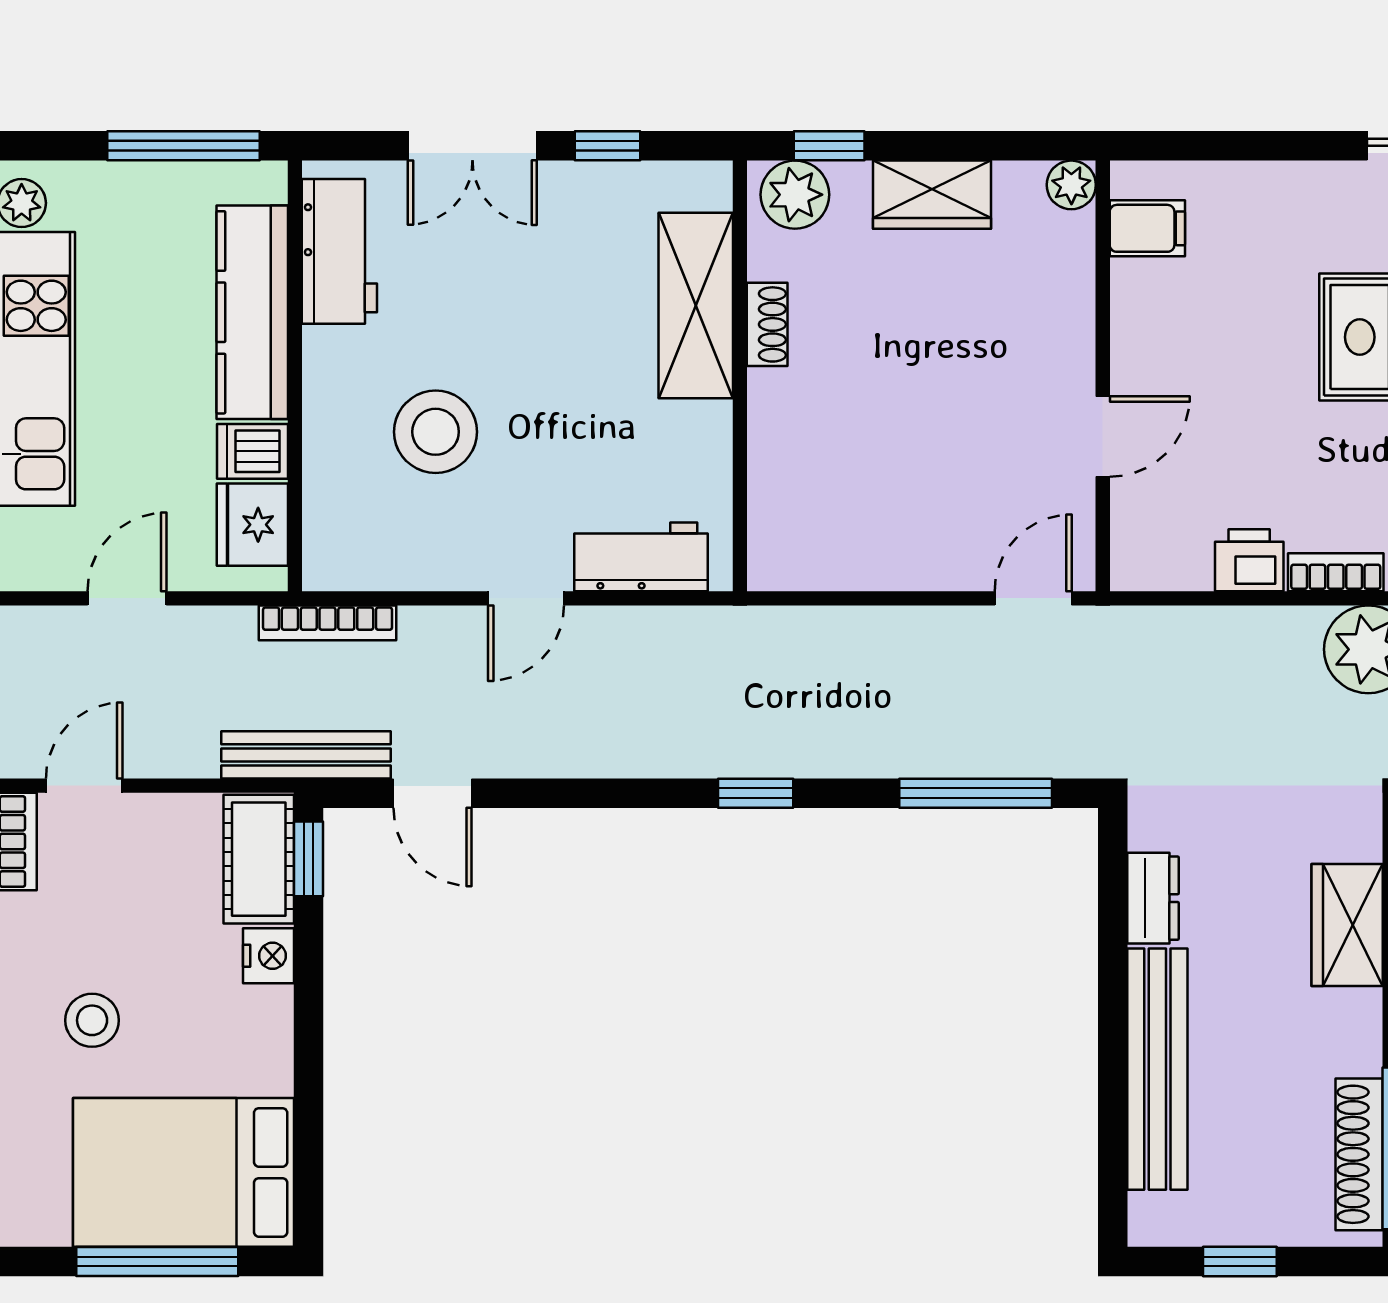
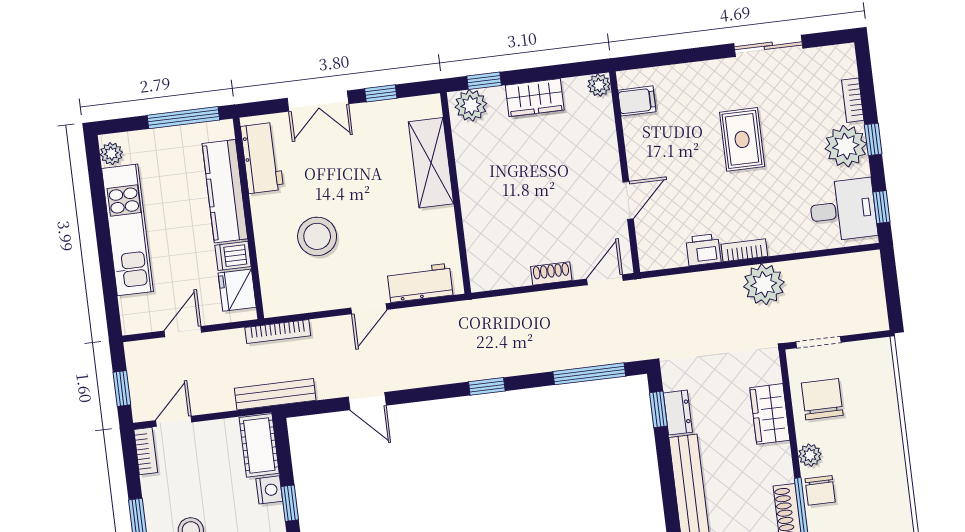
shoe rack: (767, 324) -> (551, 273), moved, turned -90
door: (432, 793) -> (367, 401), moved
window: (308, 859) -> (290, 503), moved
window: (1113, 886) -> (658, 409), added

